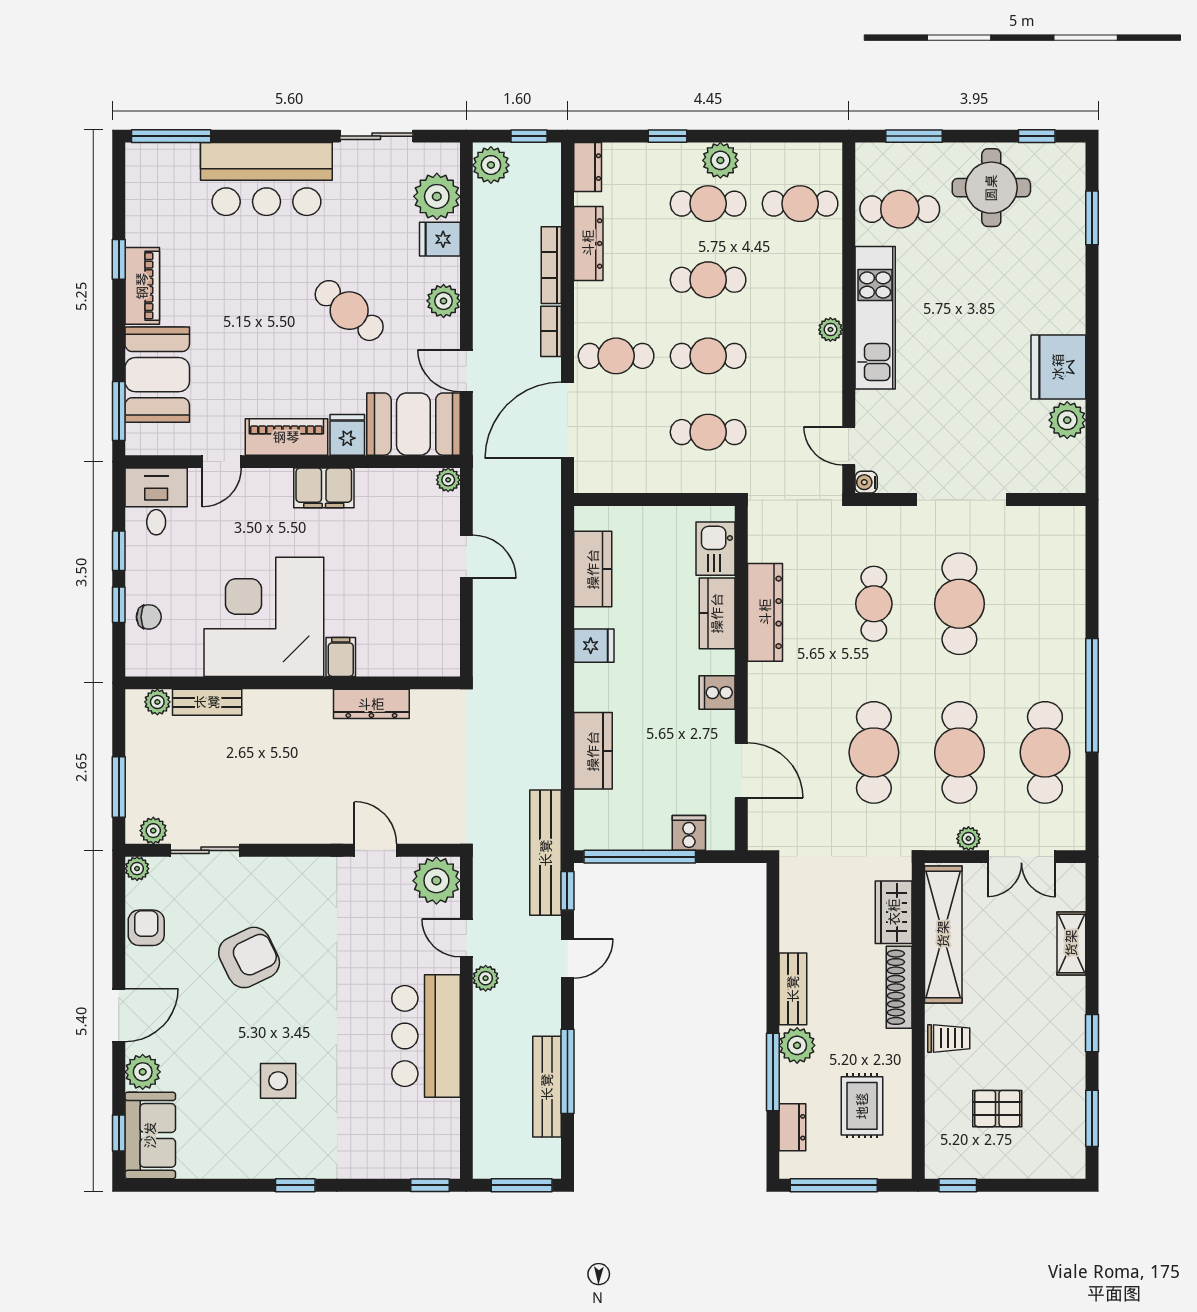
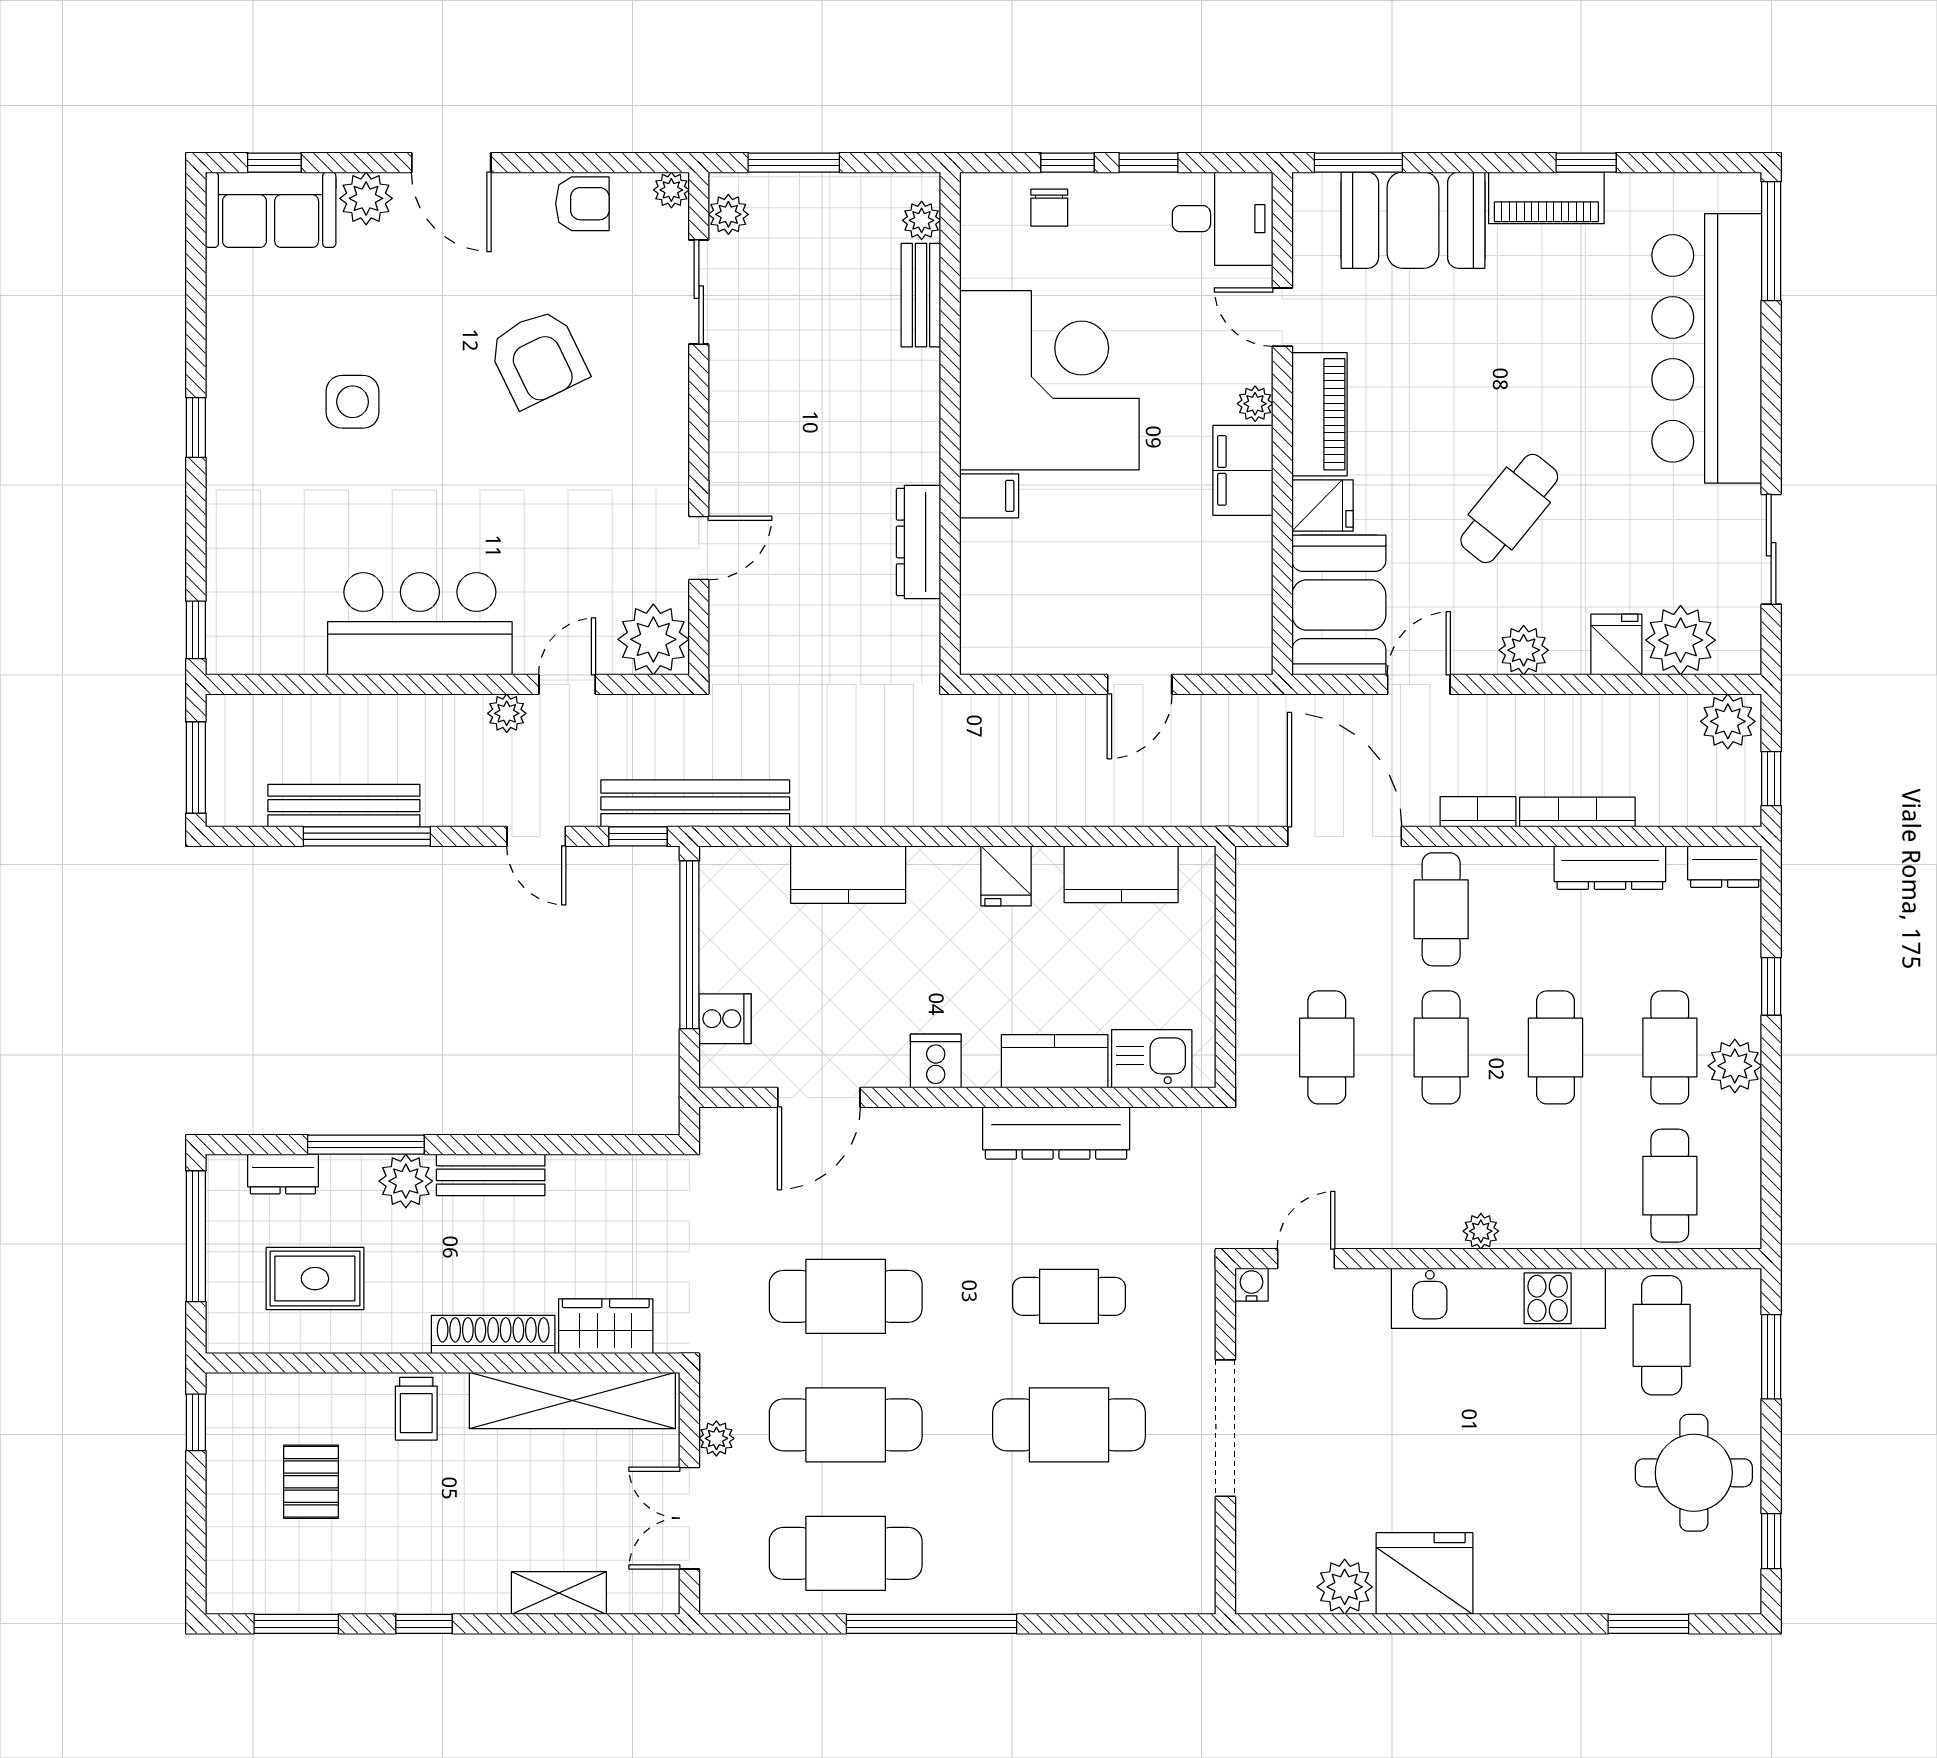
bar counter: (266, 179) -> (1707, 348), width x1.36
plant: (448, 480) -> (1255, 404), moved

